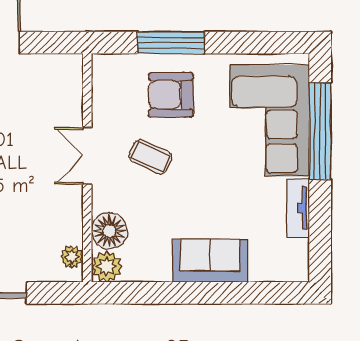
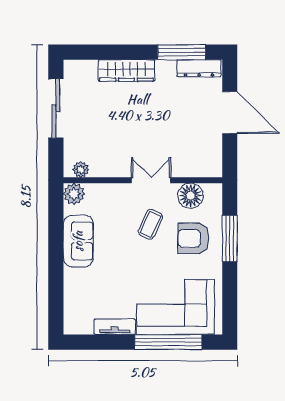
armchair: (171, 95) -> (193, 238), turned -90
floor lamp: (109, 231) -> (191, 196), moved
sofa: (210, 261) -> (78, 241), moved

